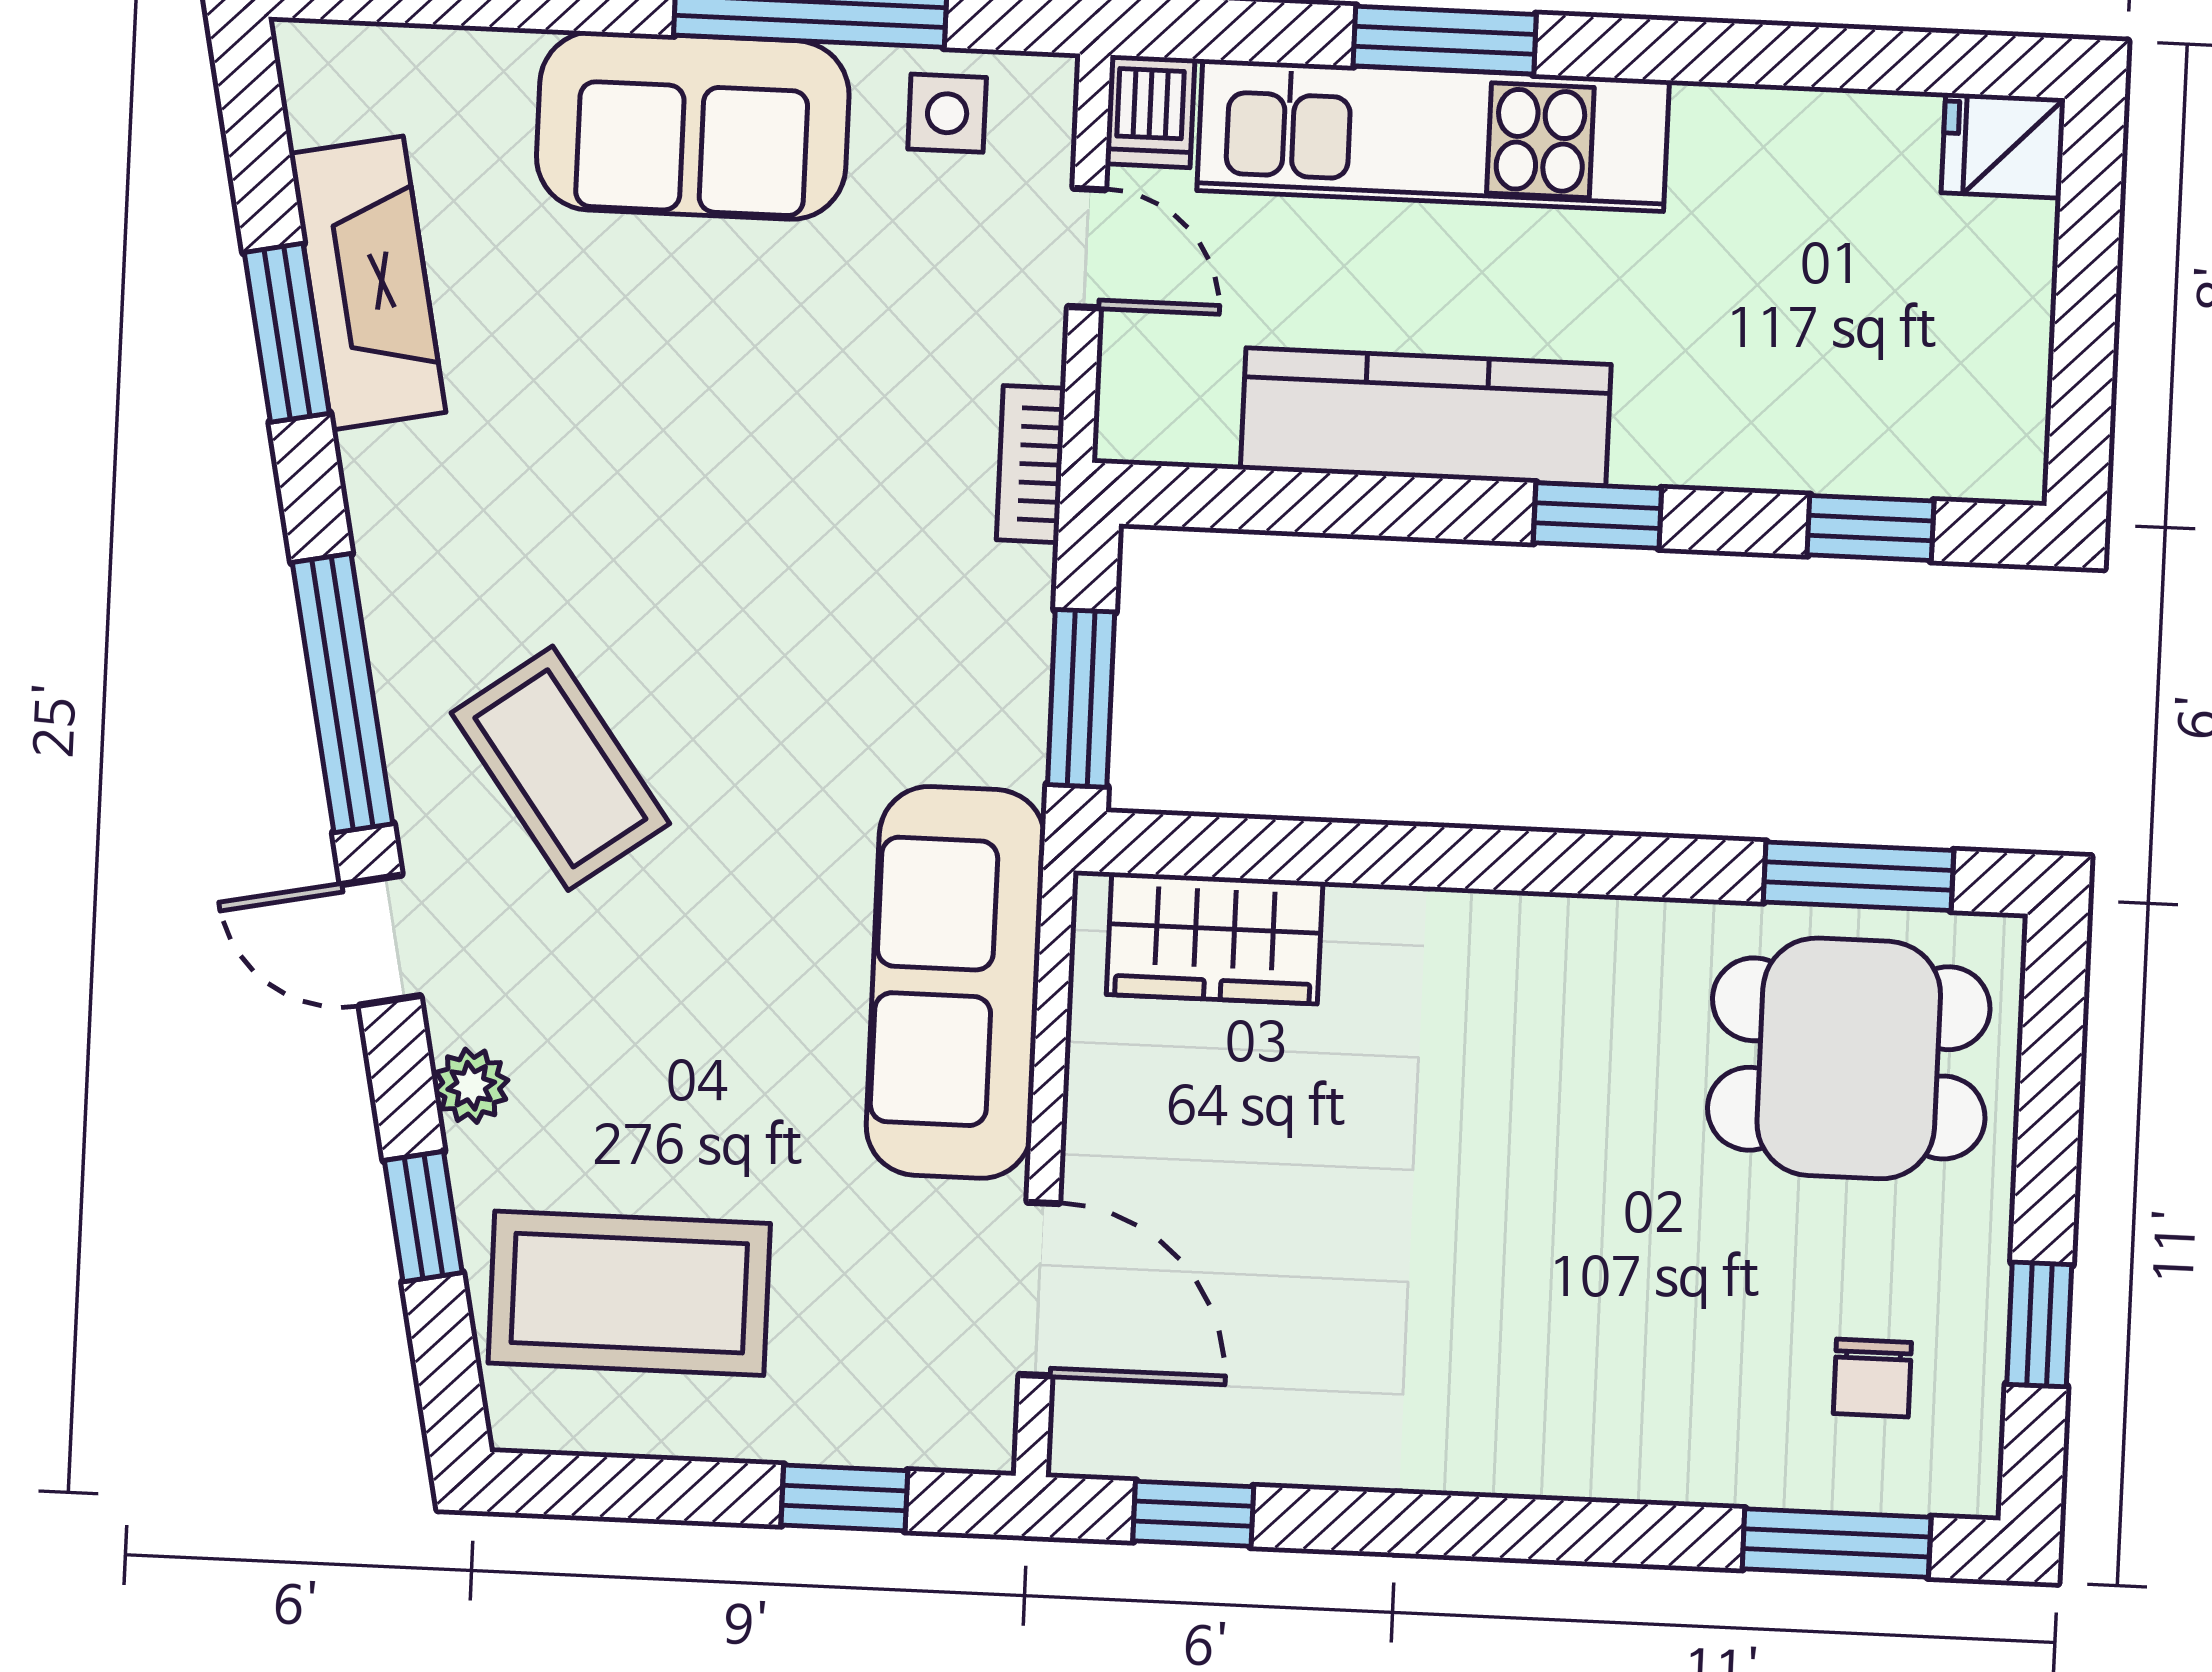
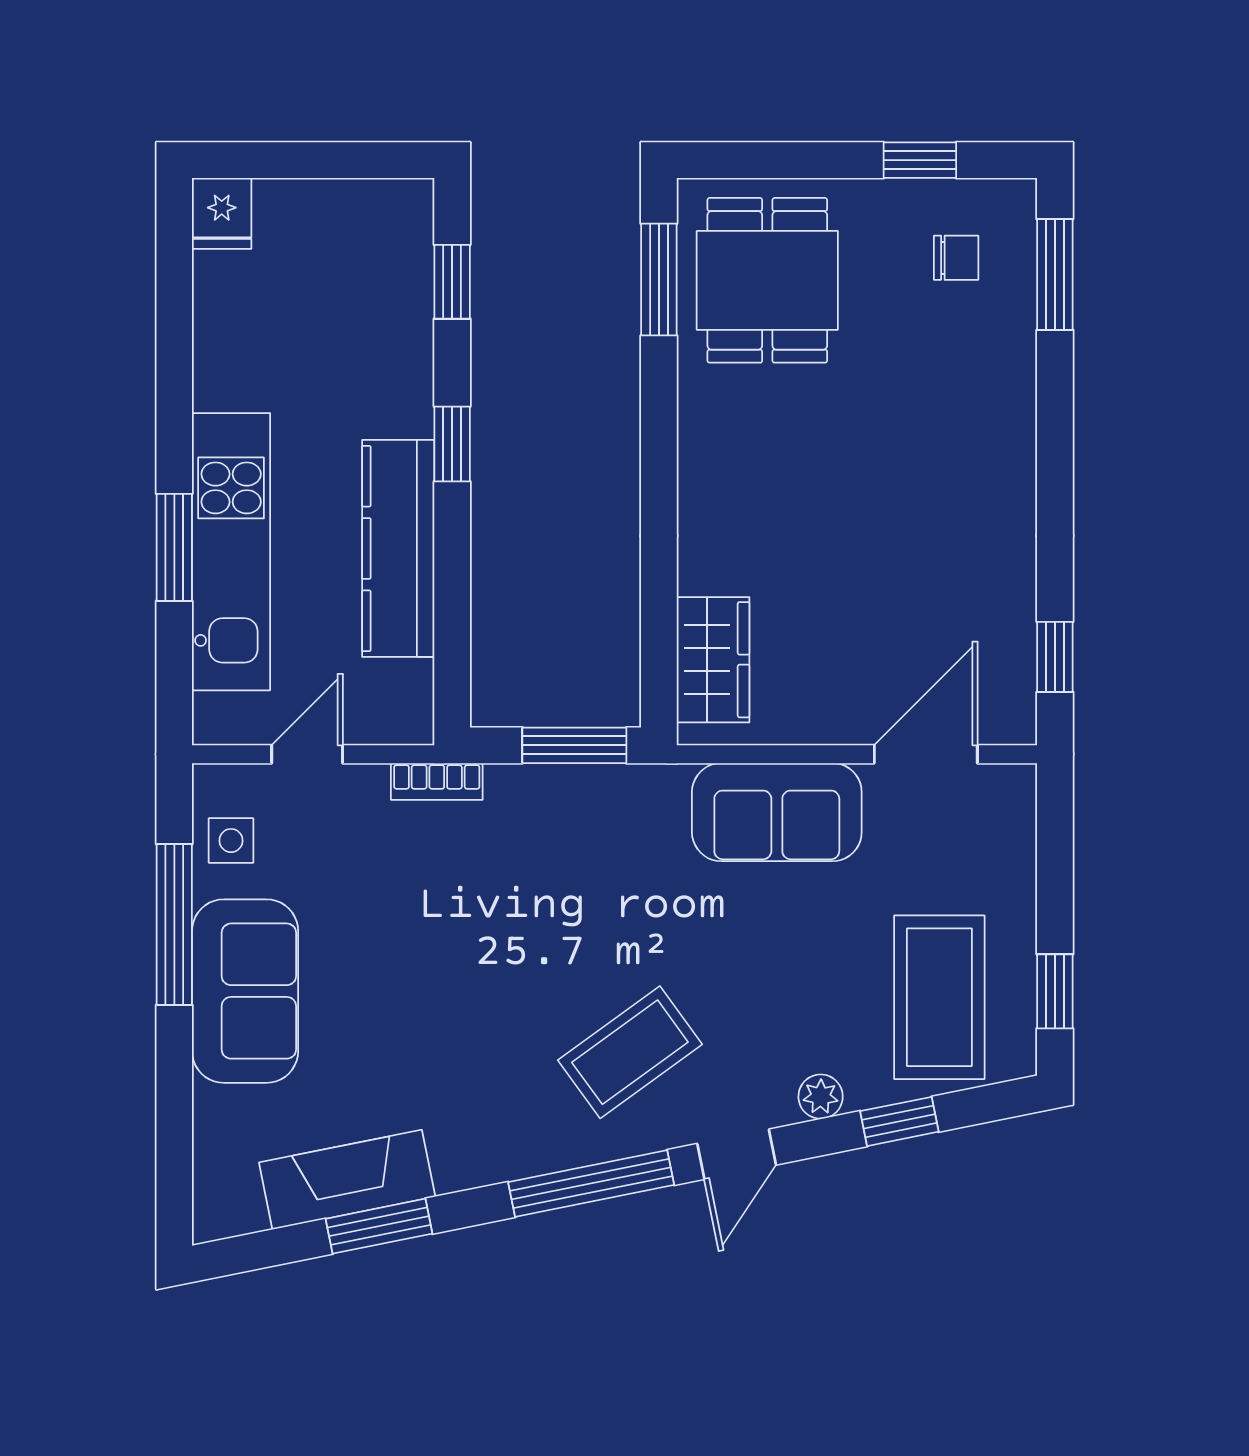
dishwasher: (1150, 111) -> (224, 720), removed
sofa: (955, 982) -> (777, 812), width x0.73
window: (844, 1498) -> (1055, 991), moved

